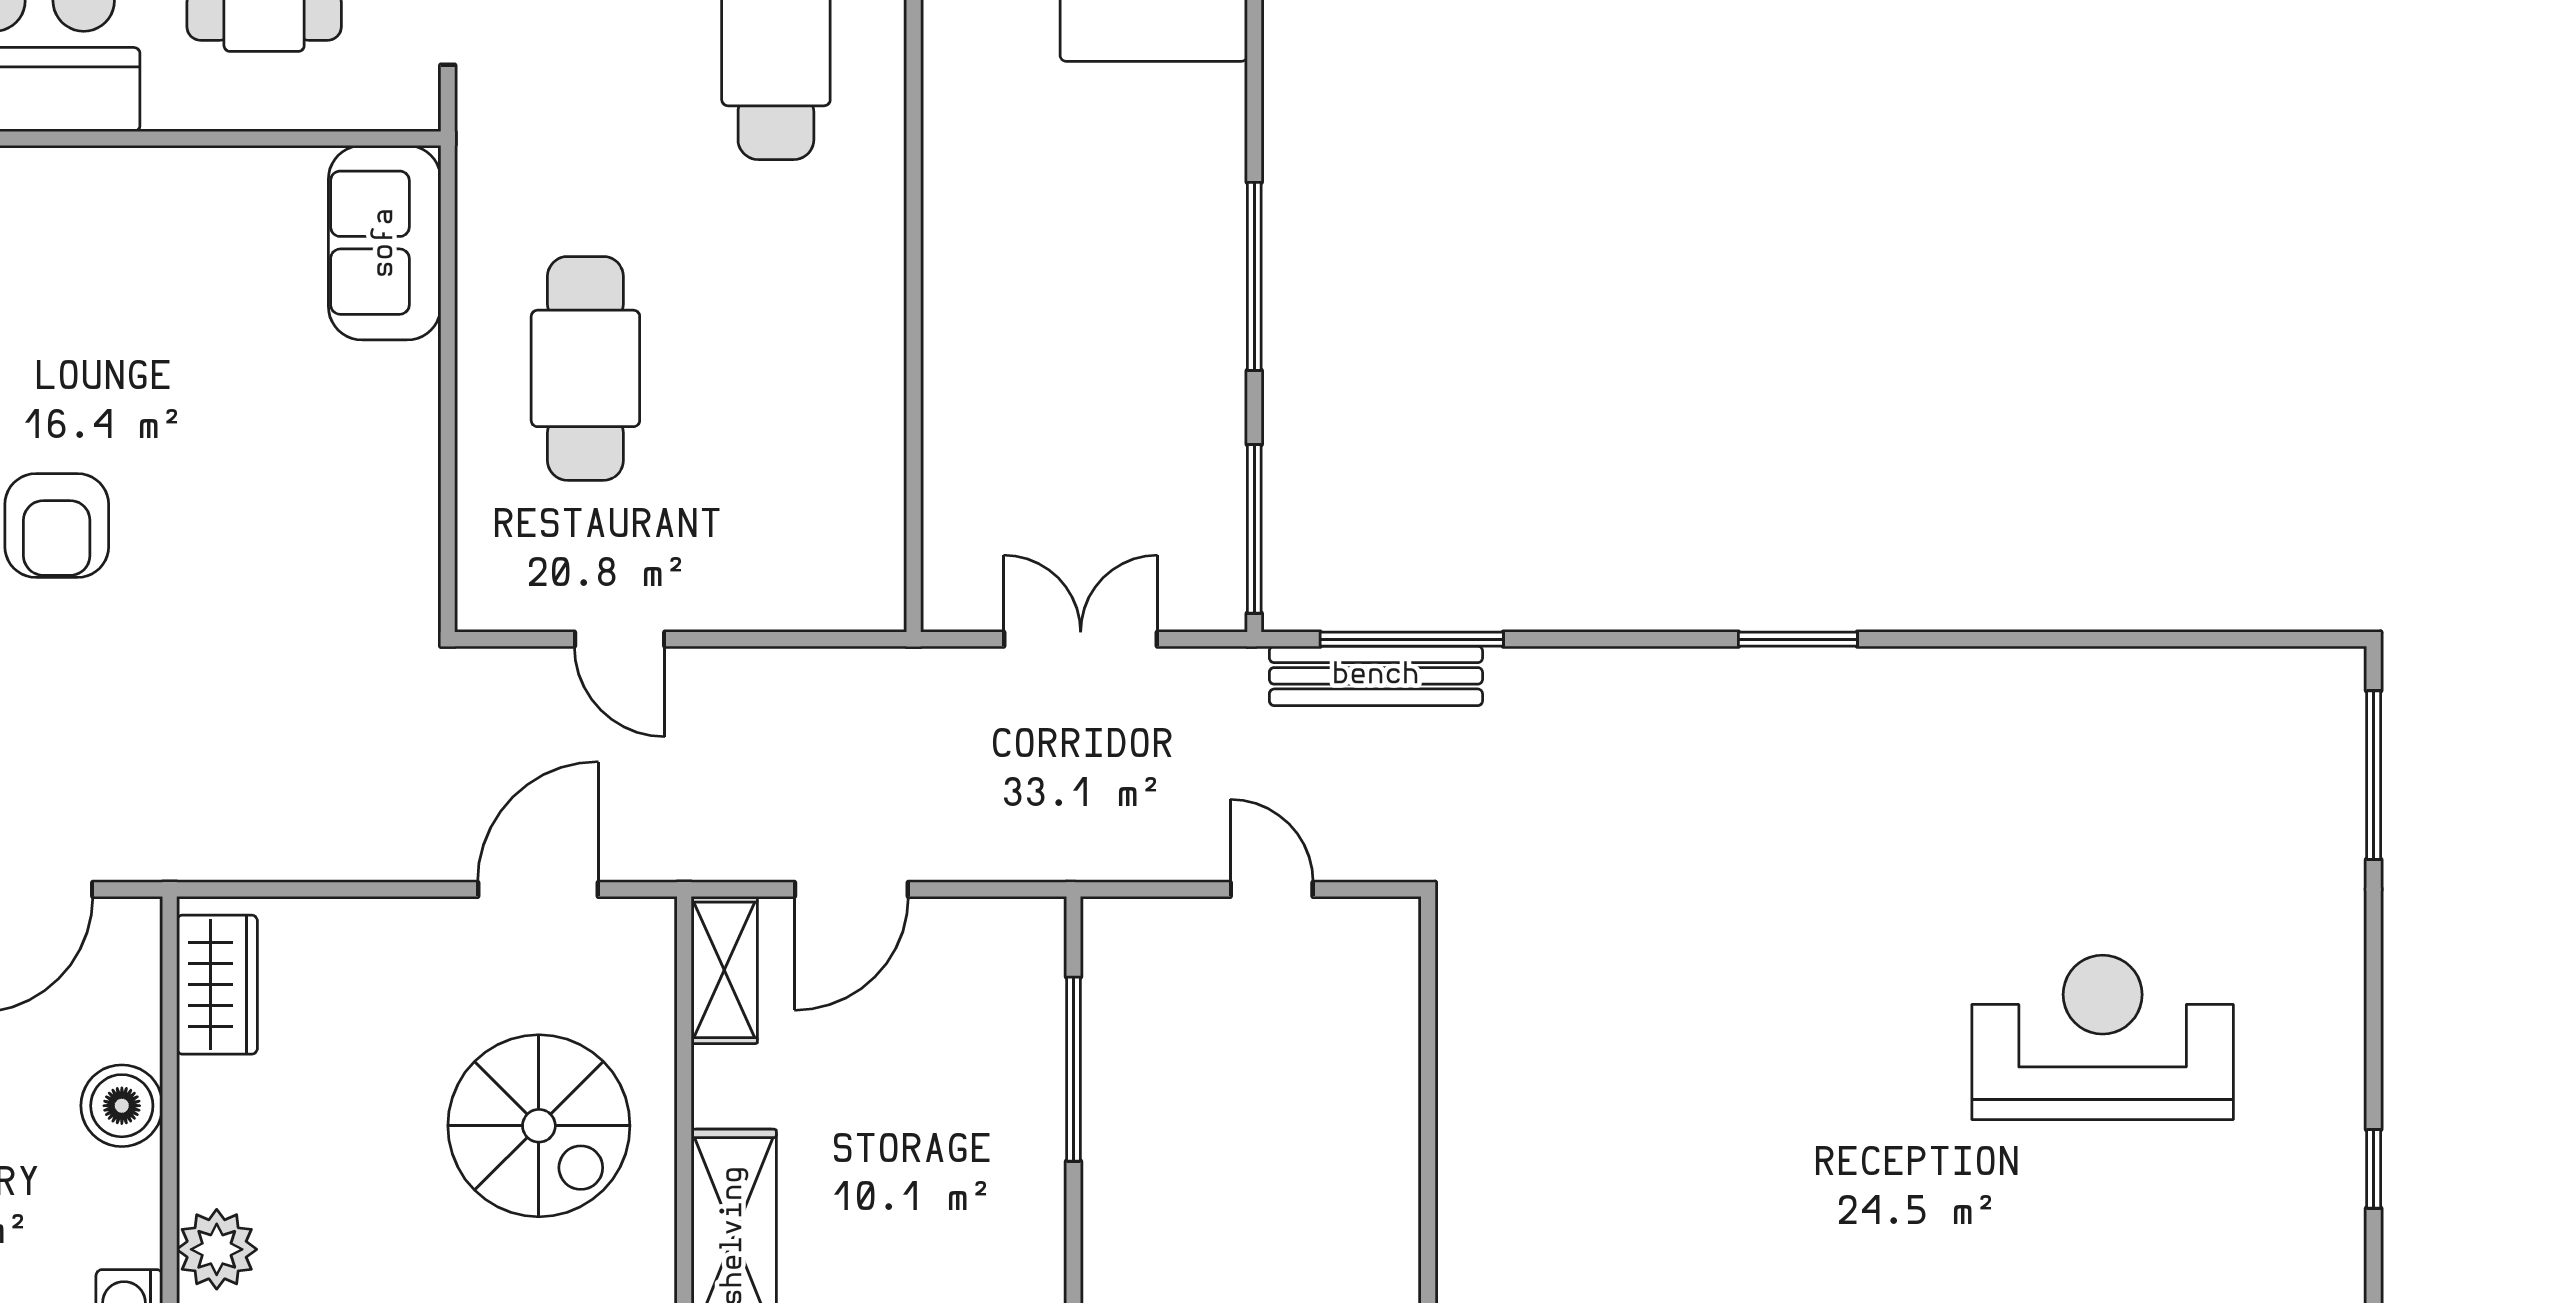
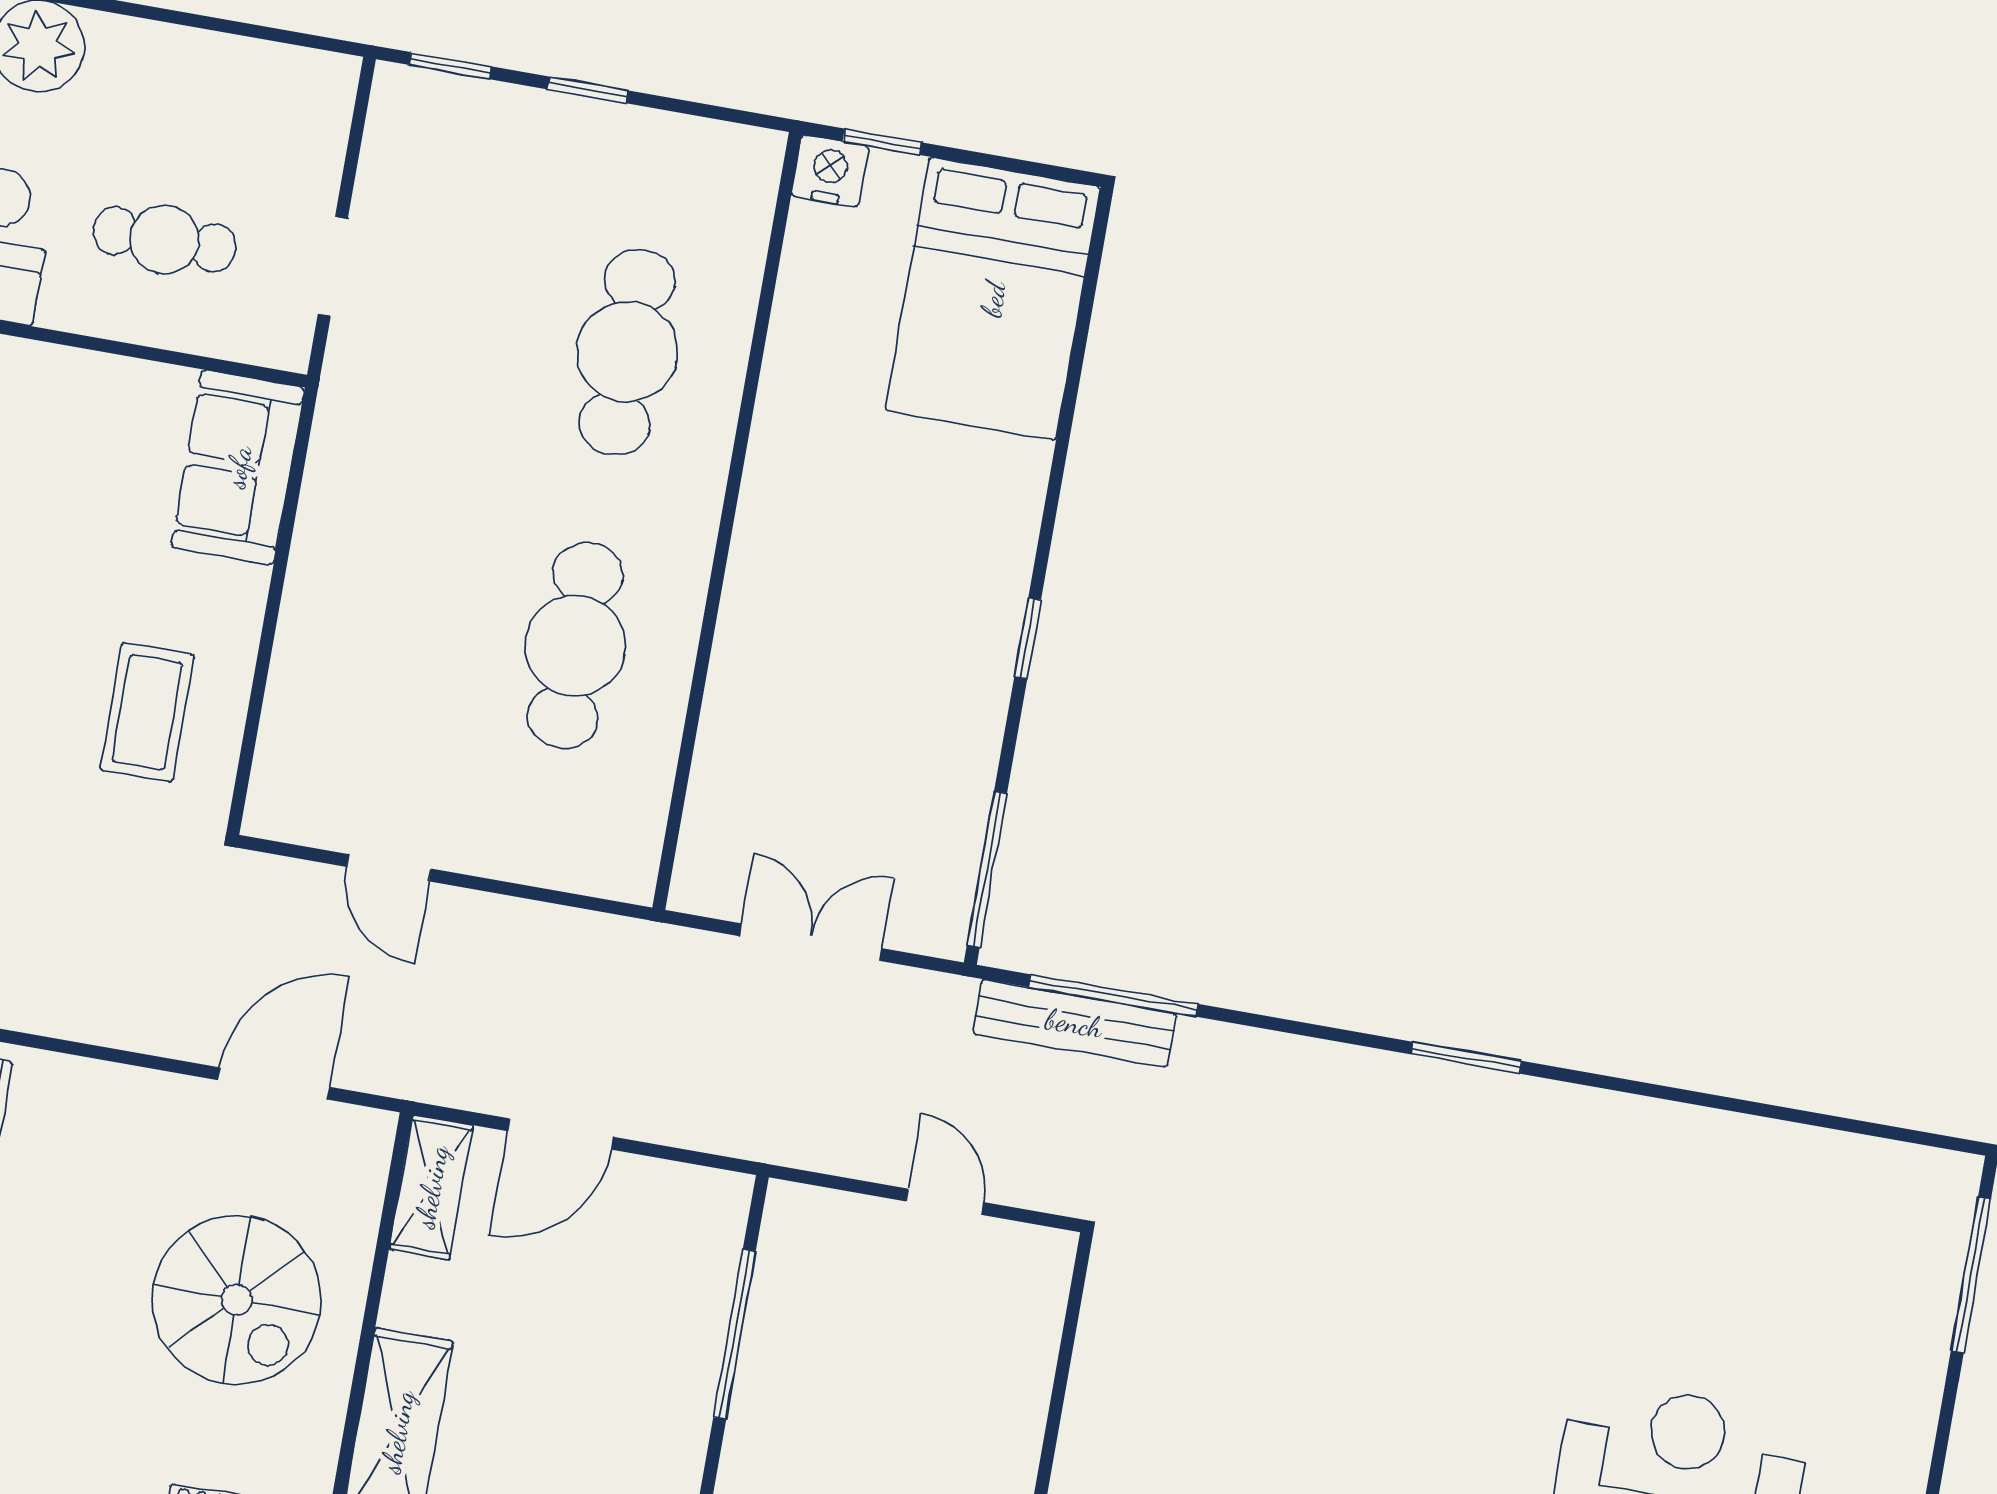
window: (1254, 276) -> (1028, 638), width x0.46
cafe table: (585, 368) -> (575, 645), moved
coffee table: (334, 519) -> (147, 712), added

